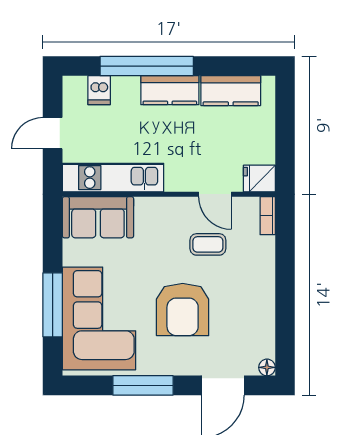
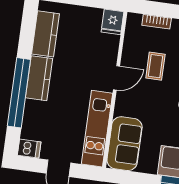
dishwasher: (99, 90) -> (29, 149), moved
door: (215, 194) -> (116, 78), moved
bookcase: (268, 216) -> (157, 22), moved

